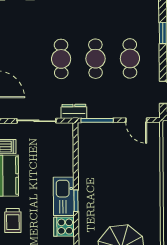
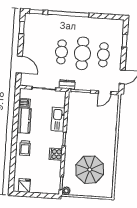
cafe table: (95, 59) -> (82, 53), width x1.37, depth x1.35
door: (136, 120) -> (105, 93), hinge flipped
kitchen sink: (64, 196) -> (58, 119), moved

